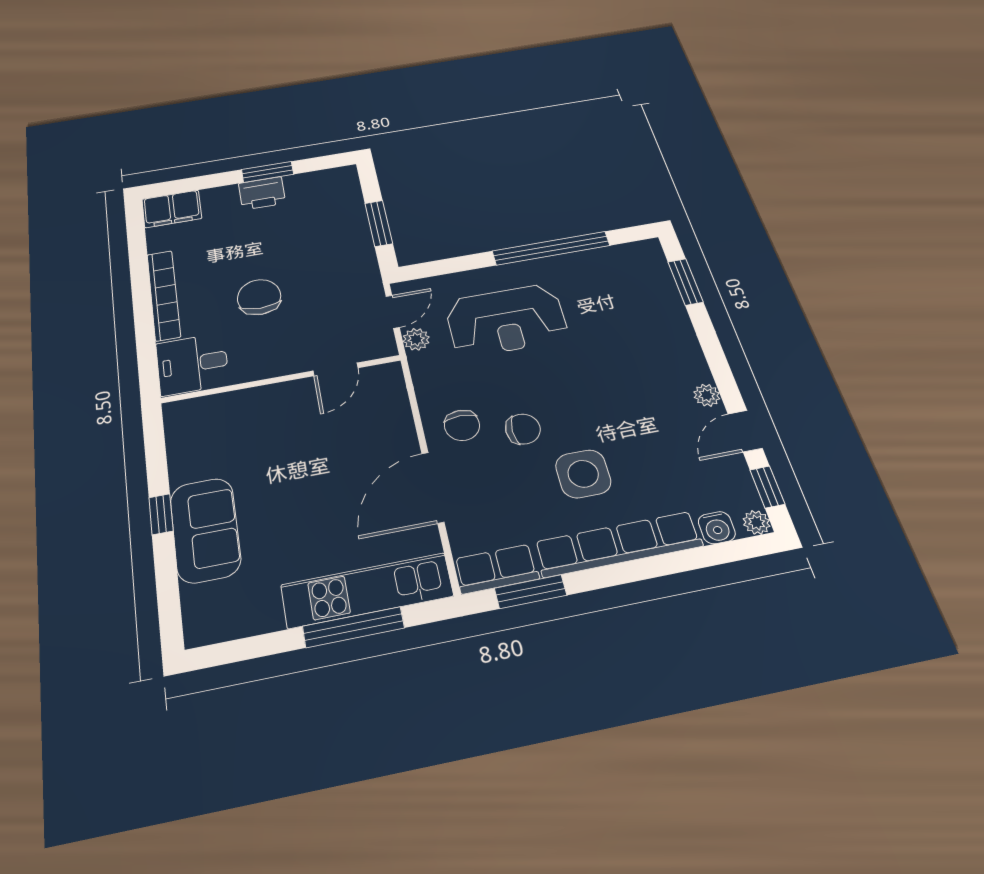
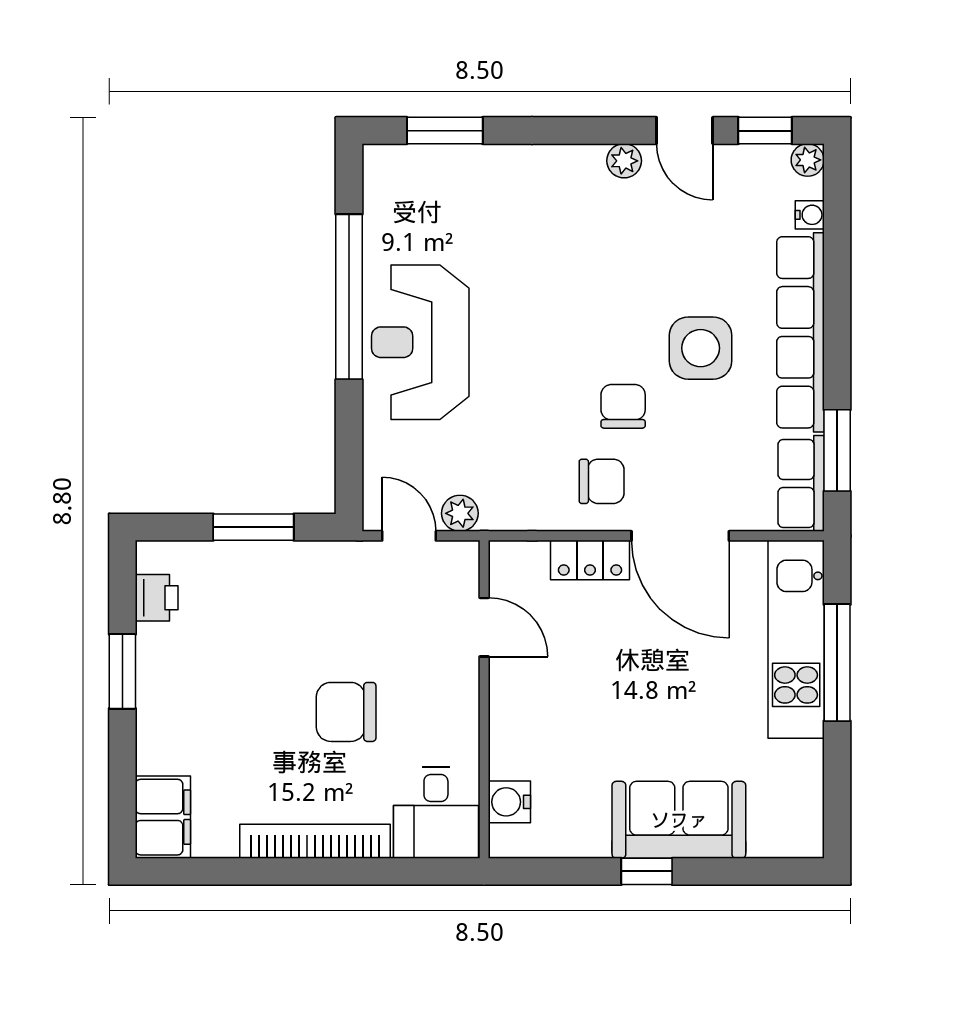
printer: (262, 193) -> (157, 598), moved, width x0.73, depth x0.81
reception desk: (506, 320) -> (420, 342), moved, turned 180
water cooler: (206, 409) -> (509, 802), added
locker: (400, 429) -> (590, 560), added
water cooler: (717, 528) -> (810, 215), width x0.72, depth x0.72

